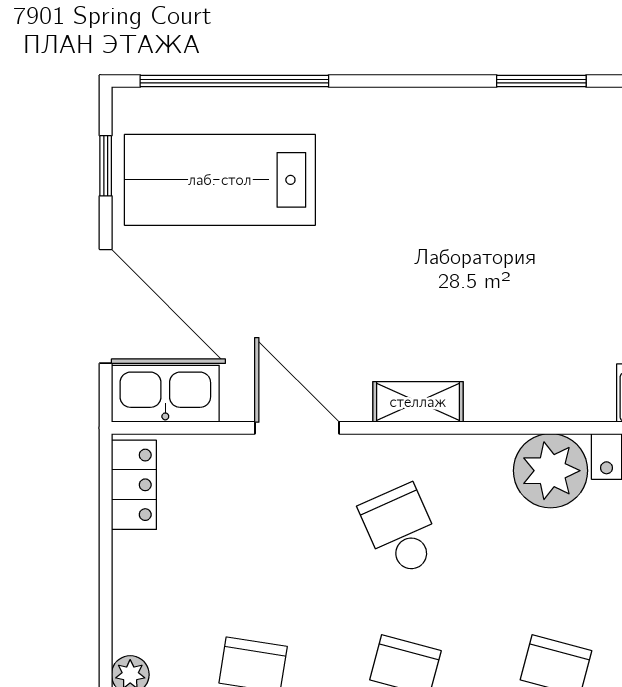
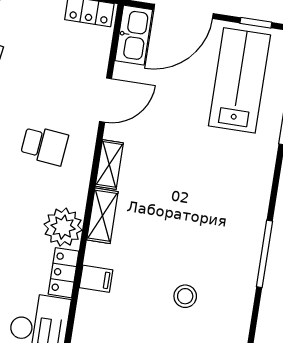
window: (541, 81) -> (264, 254), width x1.44
shelving: (517, 399) -> (102, 216), added
school desk: (401, 531) -> (44, 145), turned 30

